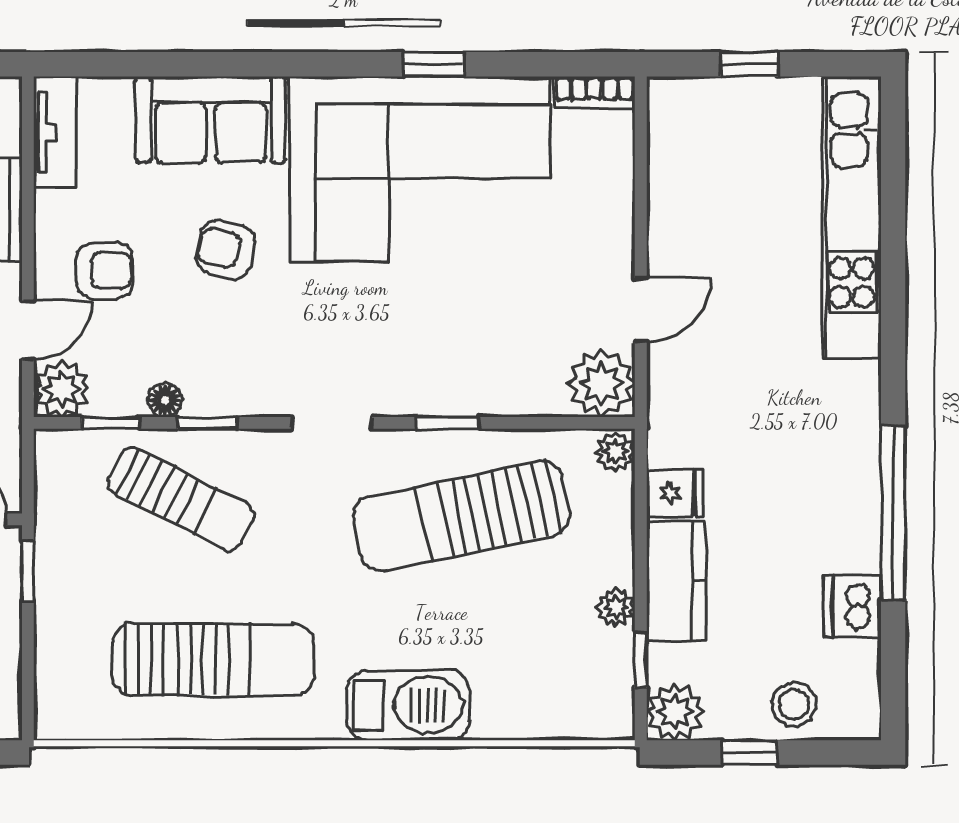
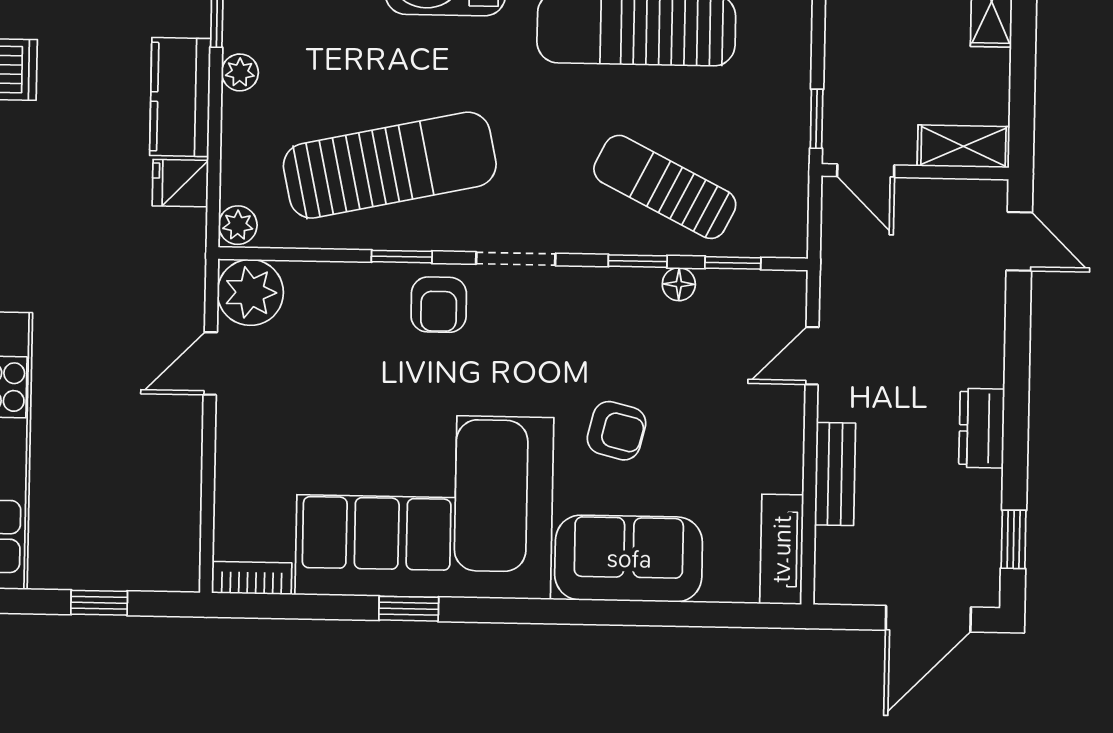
armchair: (105, 271) -> (439, 305), moved, turned -90
plant: (62, 389) -> (780, 297), removed

